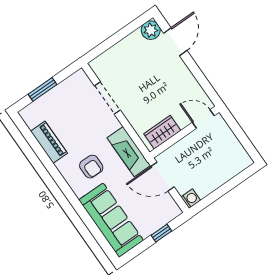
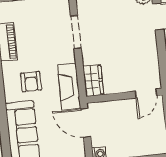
door: (203, 119) -> (146, 93), swing flipped
wardrobe: (162, 132) -> (93, 81), moved, turned 90

